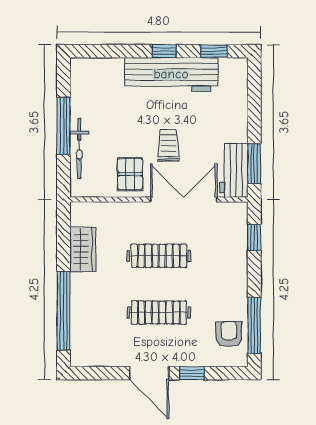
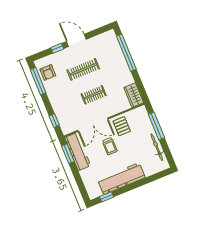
window: (164, 51) -> (129, 188), removed
window: (64, 126) -> (156, 126), moved
bicycle: (79, 149) -> (157, 147), moved
workbench: (234, 170) -> (78, 152), width x1.38
wardrobe: (83, 249) -> (134, 95), moved
clothes rail: (159, 256) -> (94, 95), width x0.73

